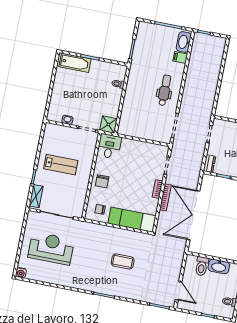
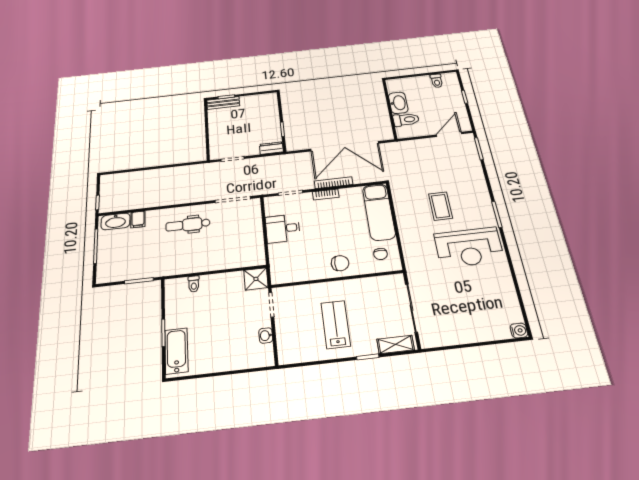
desk: (109, 146) -> (283, 228), moved
reception desk: (51, 248) -> (469, 247), moved, turned -90

